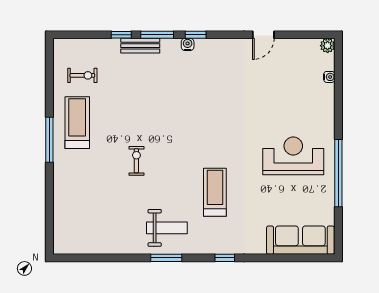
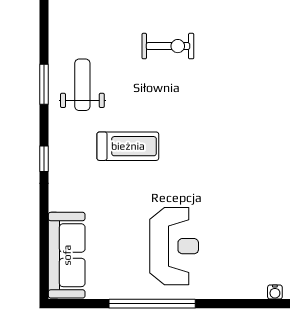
exercise bike: (136, 161) -> (168, 46), width x1.38, depth x1.39
weight bench: (167, 228) -> (82, 85), turned 180

